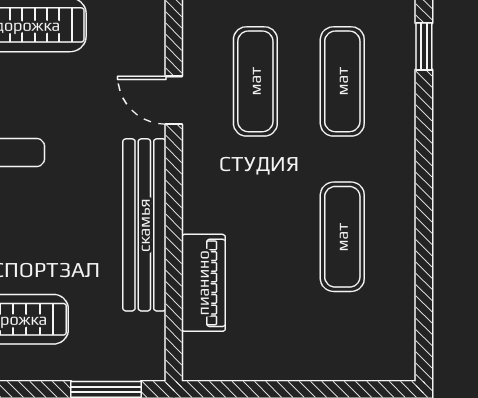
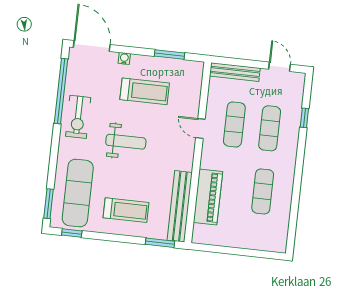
bench: (144, 225) -> (180, 206), moved
piano: (203, 283) -> (208, 197), width x1.37, depth x1.33

